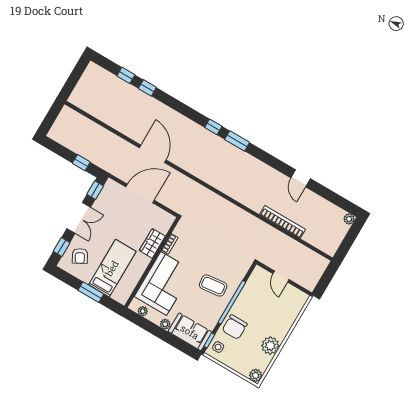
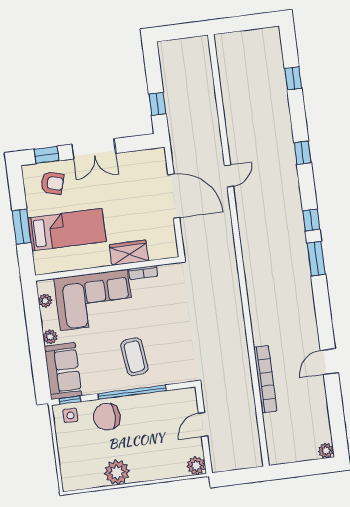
window: (147, 88) -> (303, 153), moved
door: (153, 154) -> (229, 176), width x0.53
window: (95, 190) -> (139, 143), removed
armchair: (80, 256) -> (52, 183), turned -135
plant: (256, 375) -> (196, 466), moved

